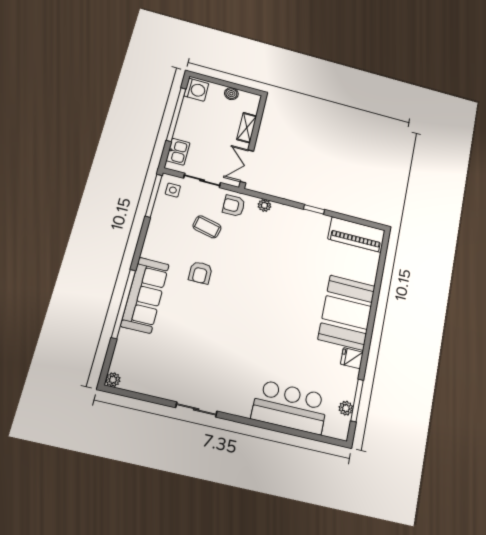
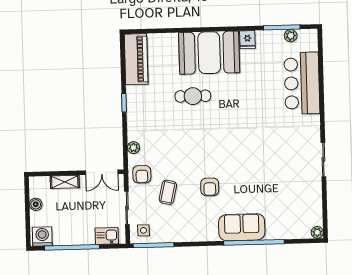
armchair: (200, 273) -> (210, 187), turned 90
cafe table: (304, 282) -> (193, 96), added
sofa: (145, 295) -> (242, 227), width x0.73

